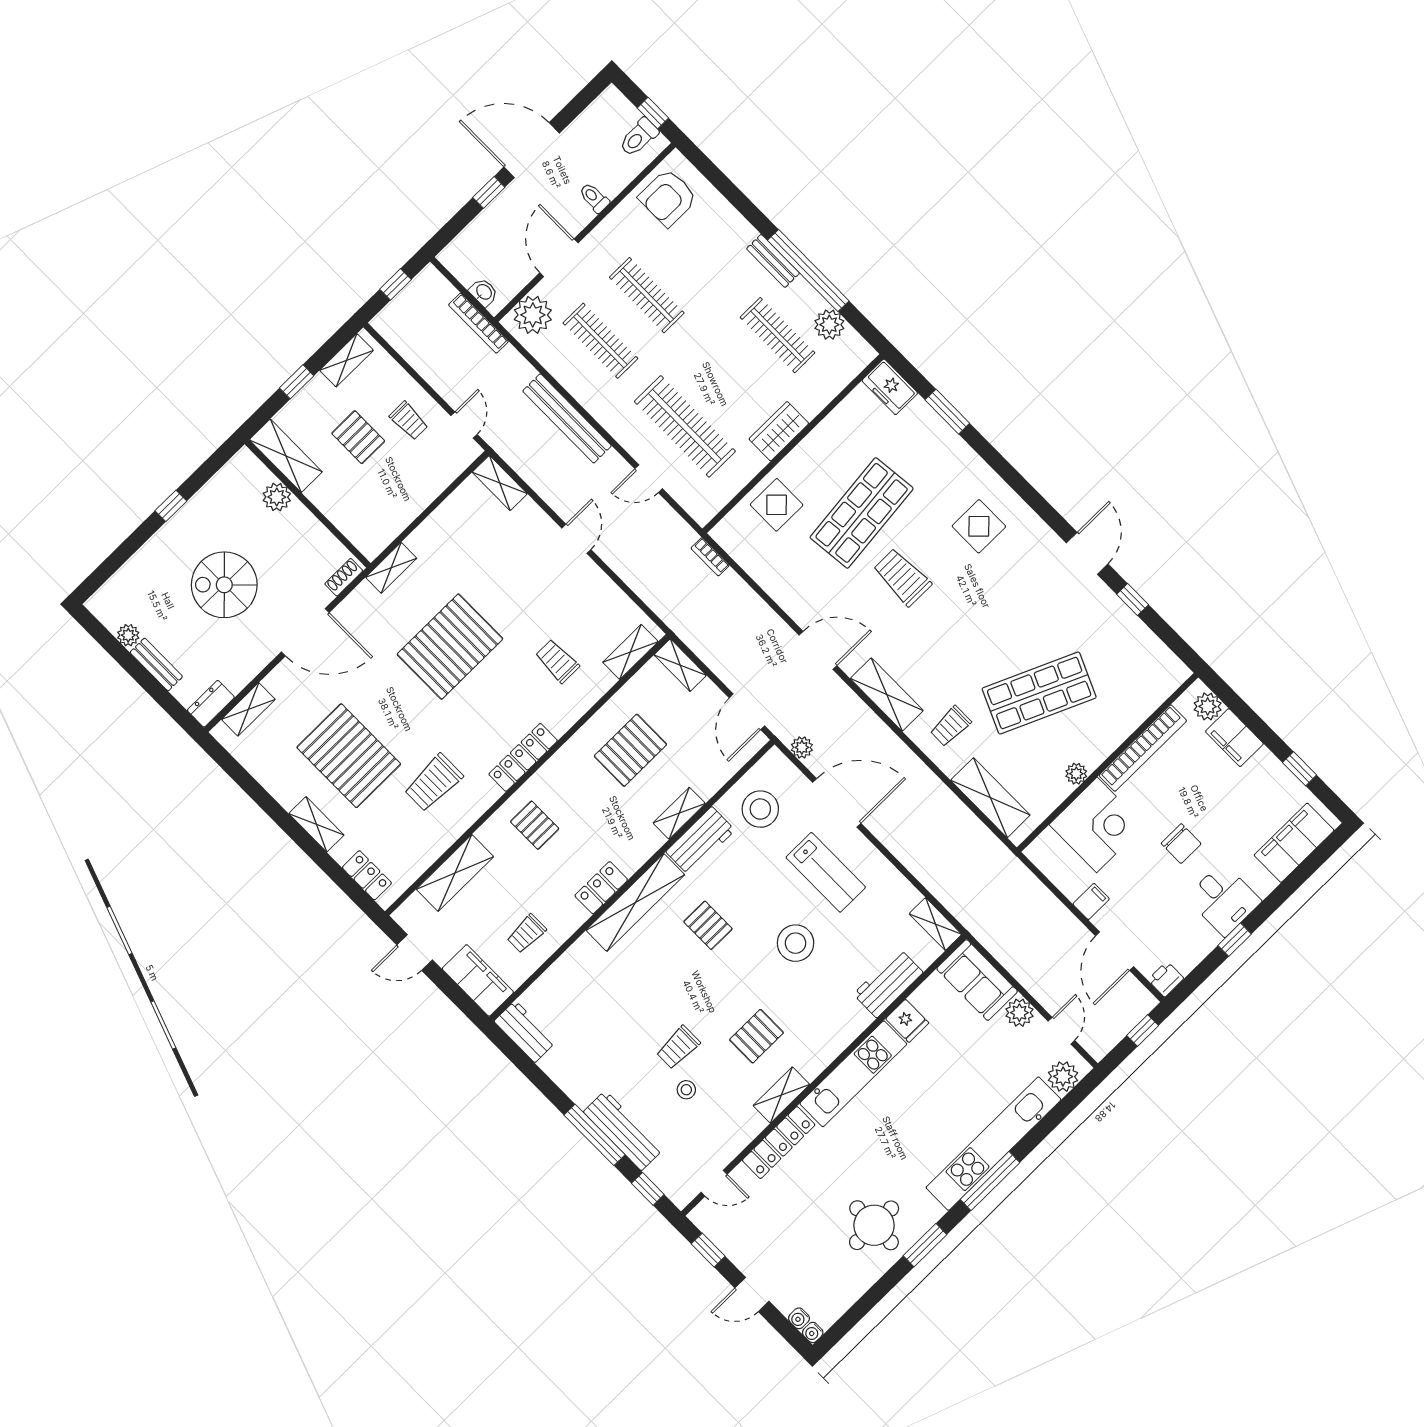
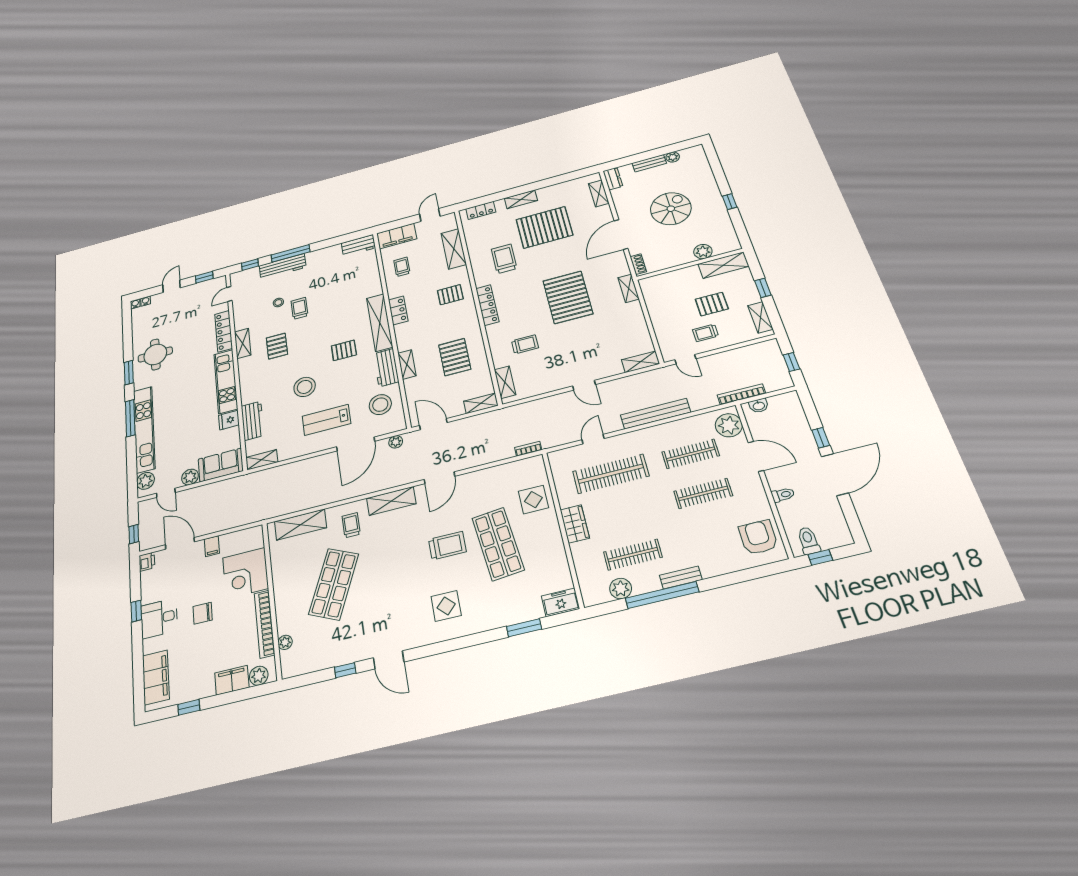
plant: (1076, 774) -> (285, 642), moved

